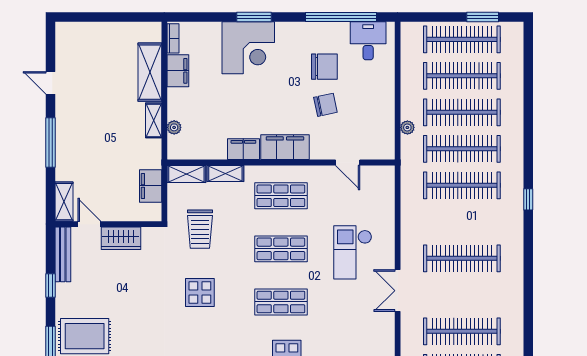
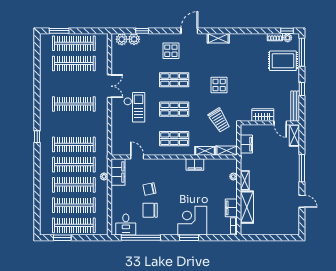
filing cabinet: (285, 147) -> (118, 172), moved, turned -90
trolley: (200, 229) -> (219, 120), turned 149

